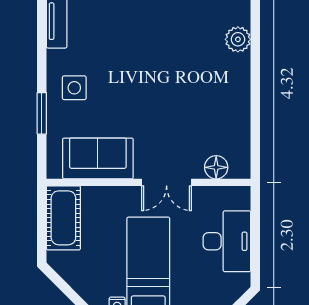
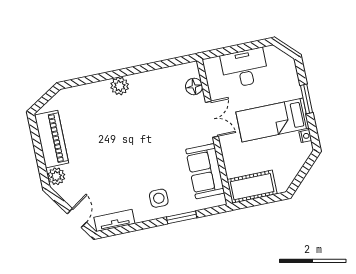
plant: (238, 39) -> (120, 86), moved

